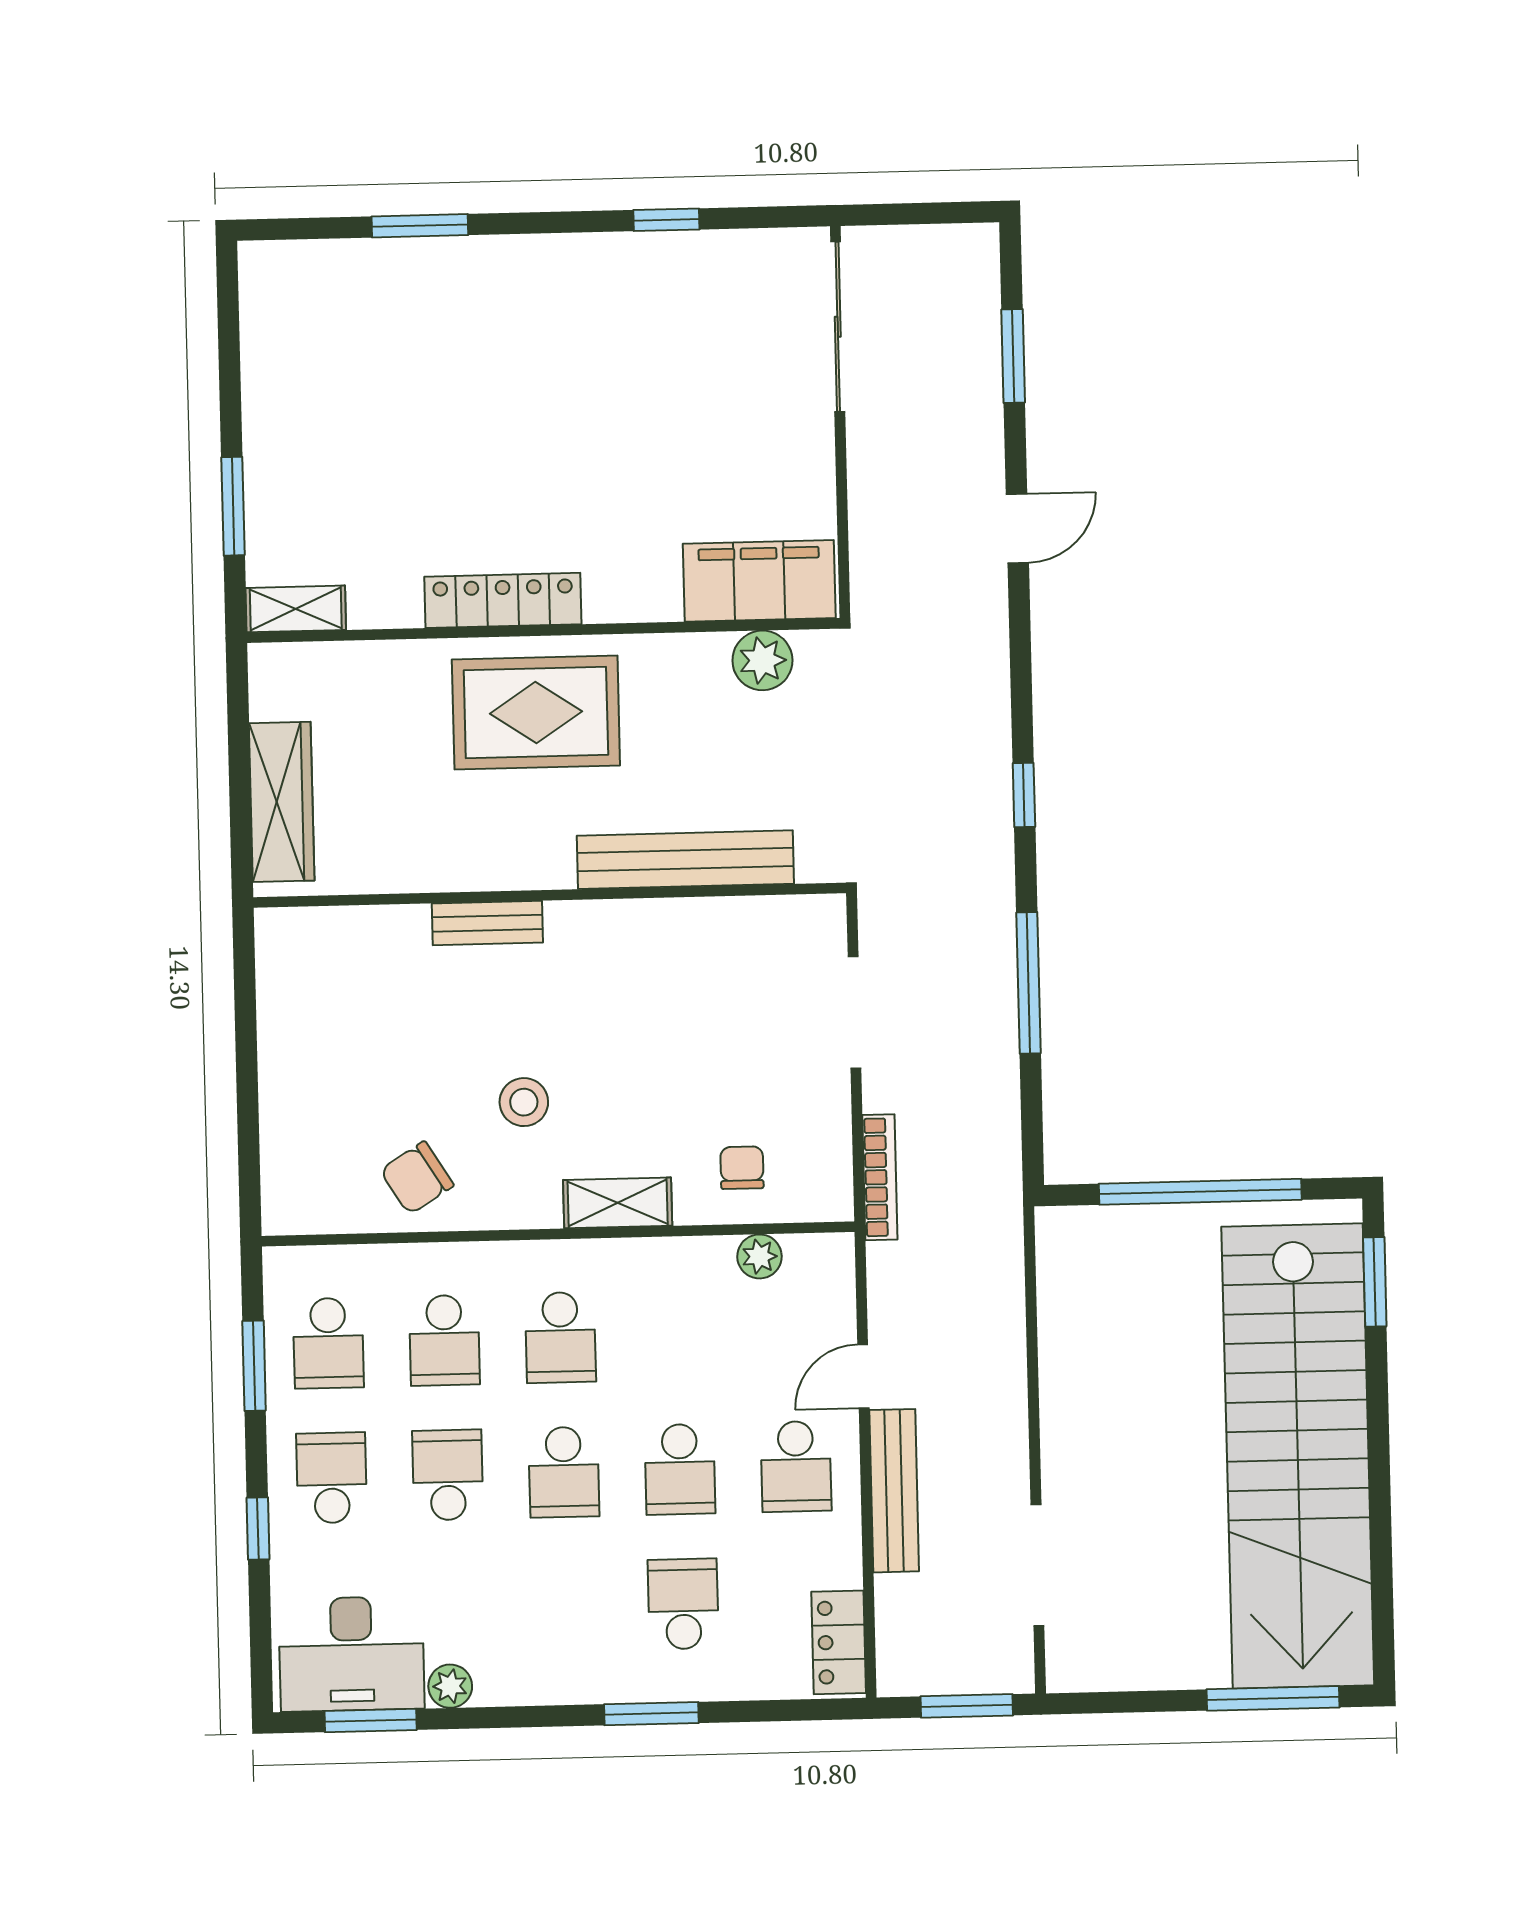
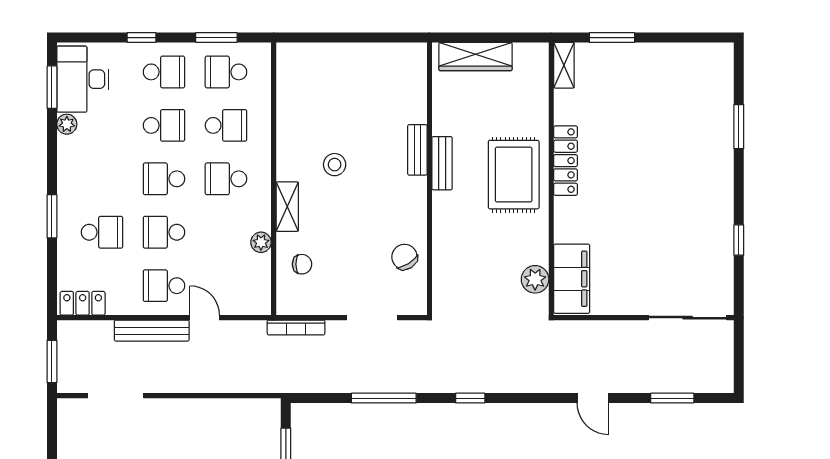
bench: (685, 860) -> (442, 163), moved, width x0.54, depth x0.82
chair: (417, 1178) -> (404, 257), moved
plant: (759, 1256) -> (261, 242), moved
school desk: (444, 1340) -> (226, 125), turned 180

